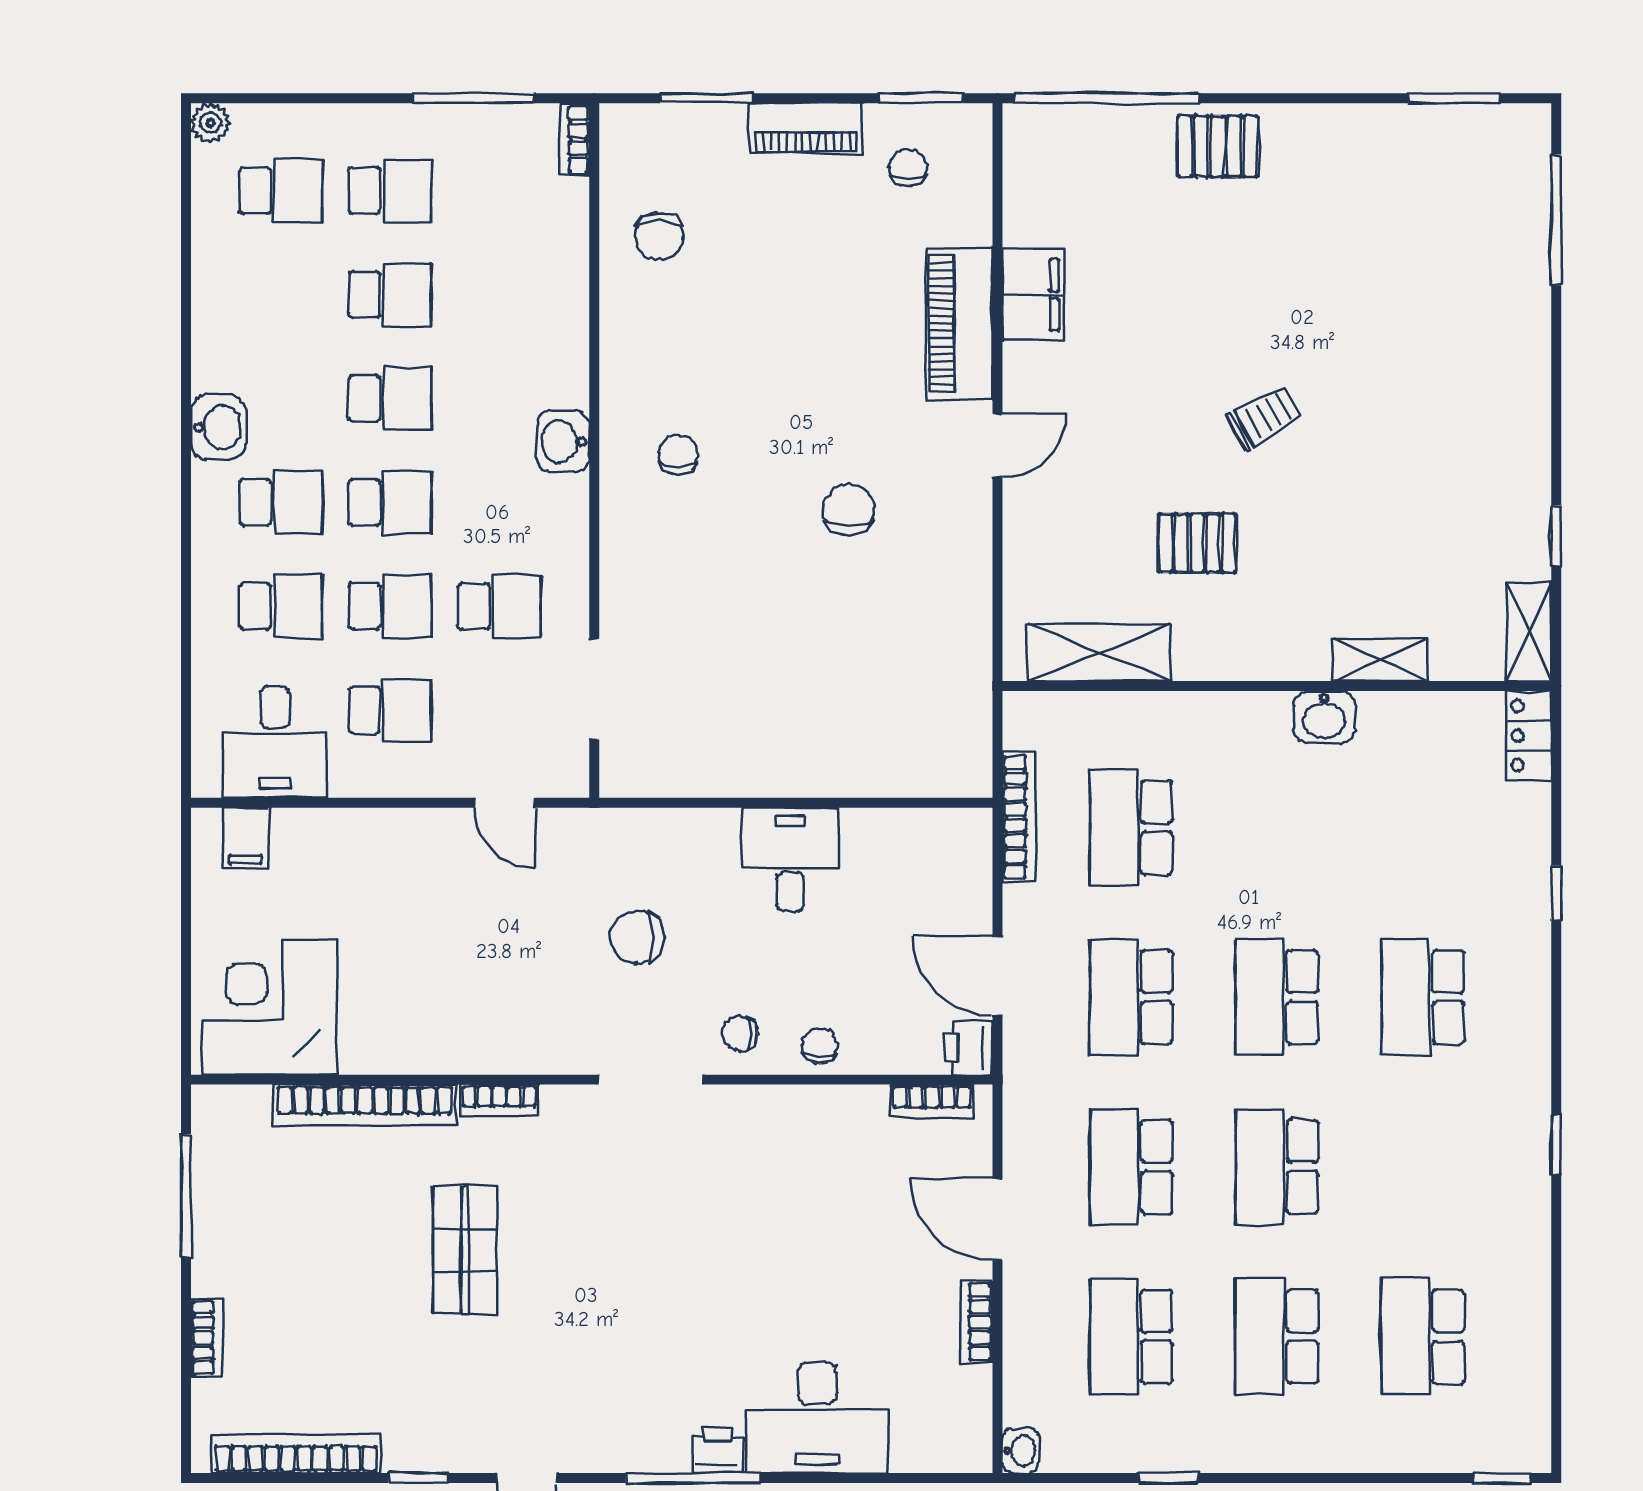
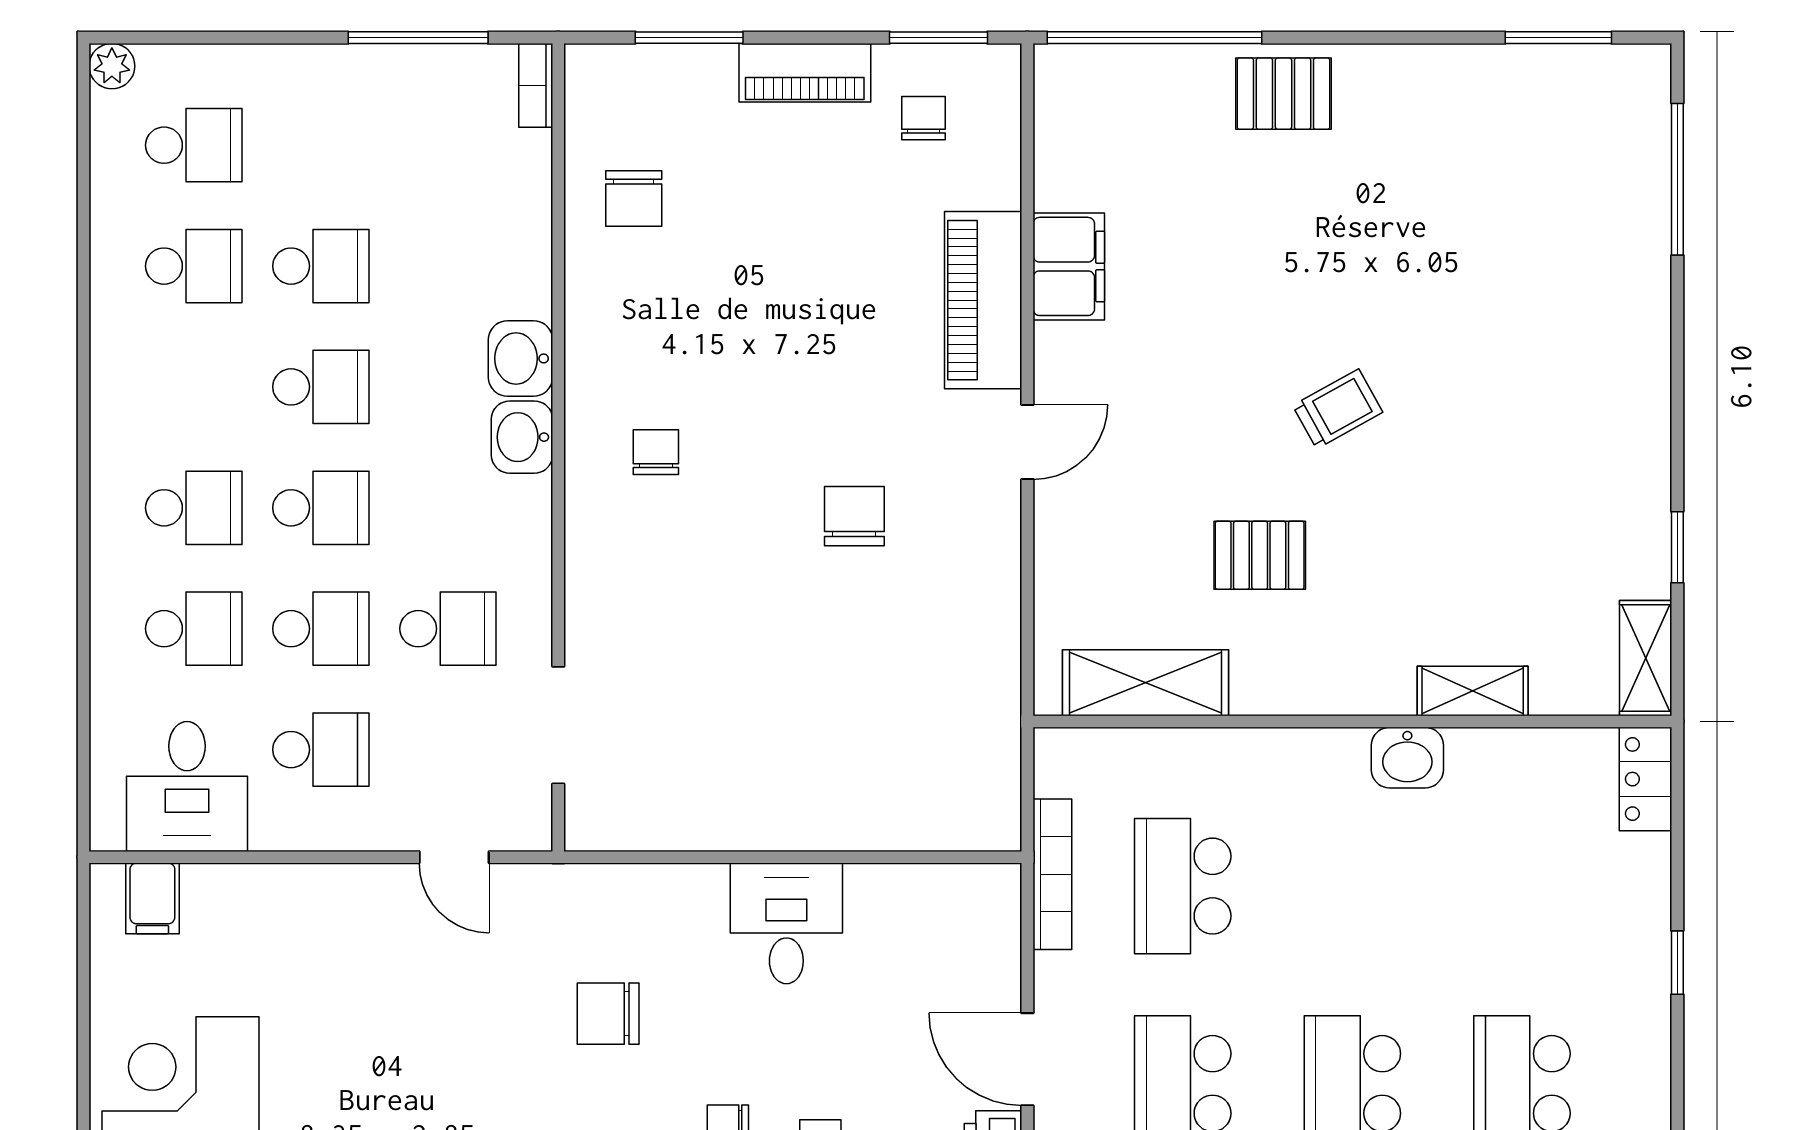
school desk: (390, 191) -> (194, 266), moved
washbasin: (218, 427) -> (521, 358), moved, turned 180

